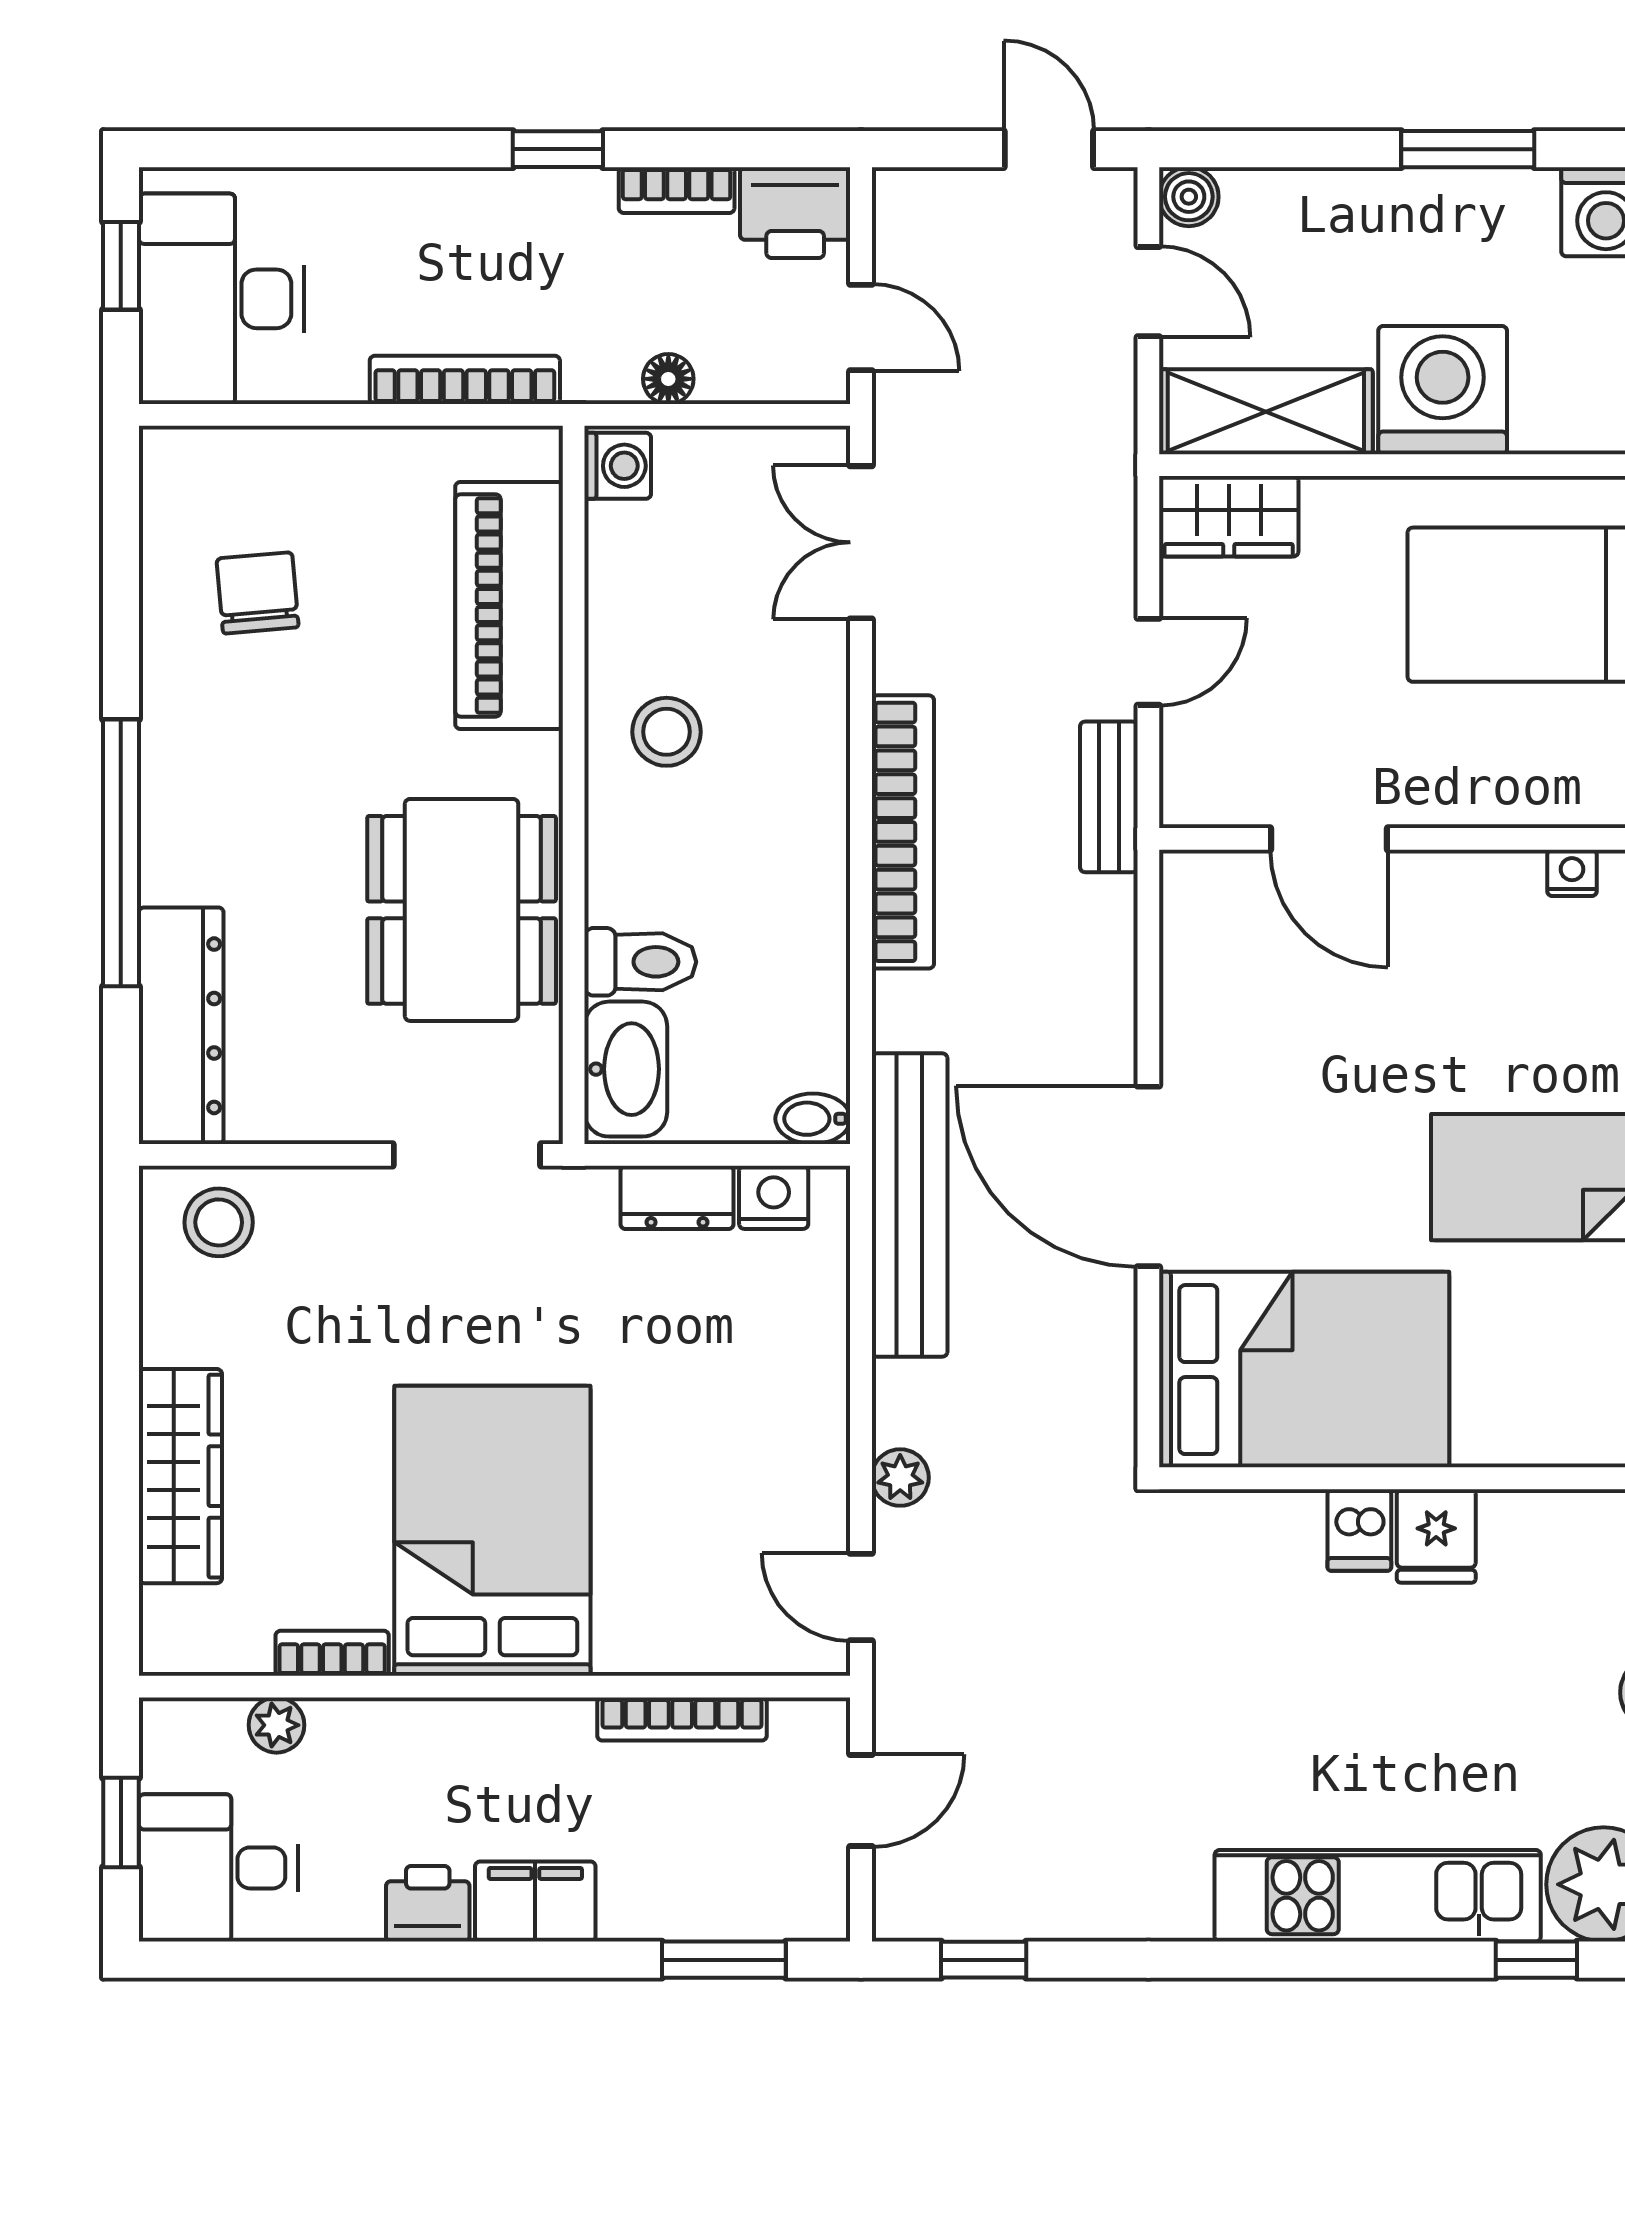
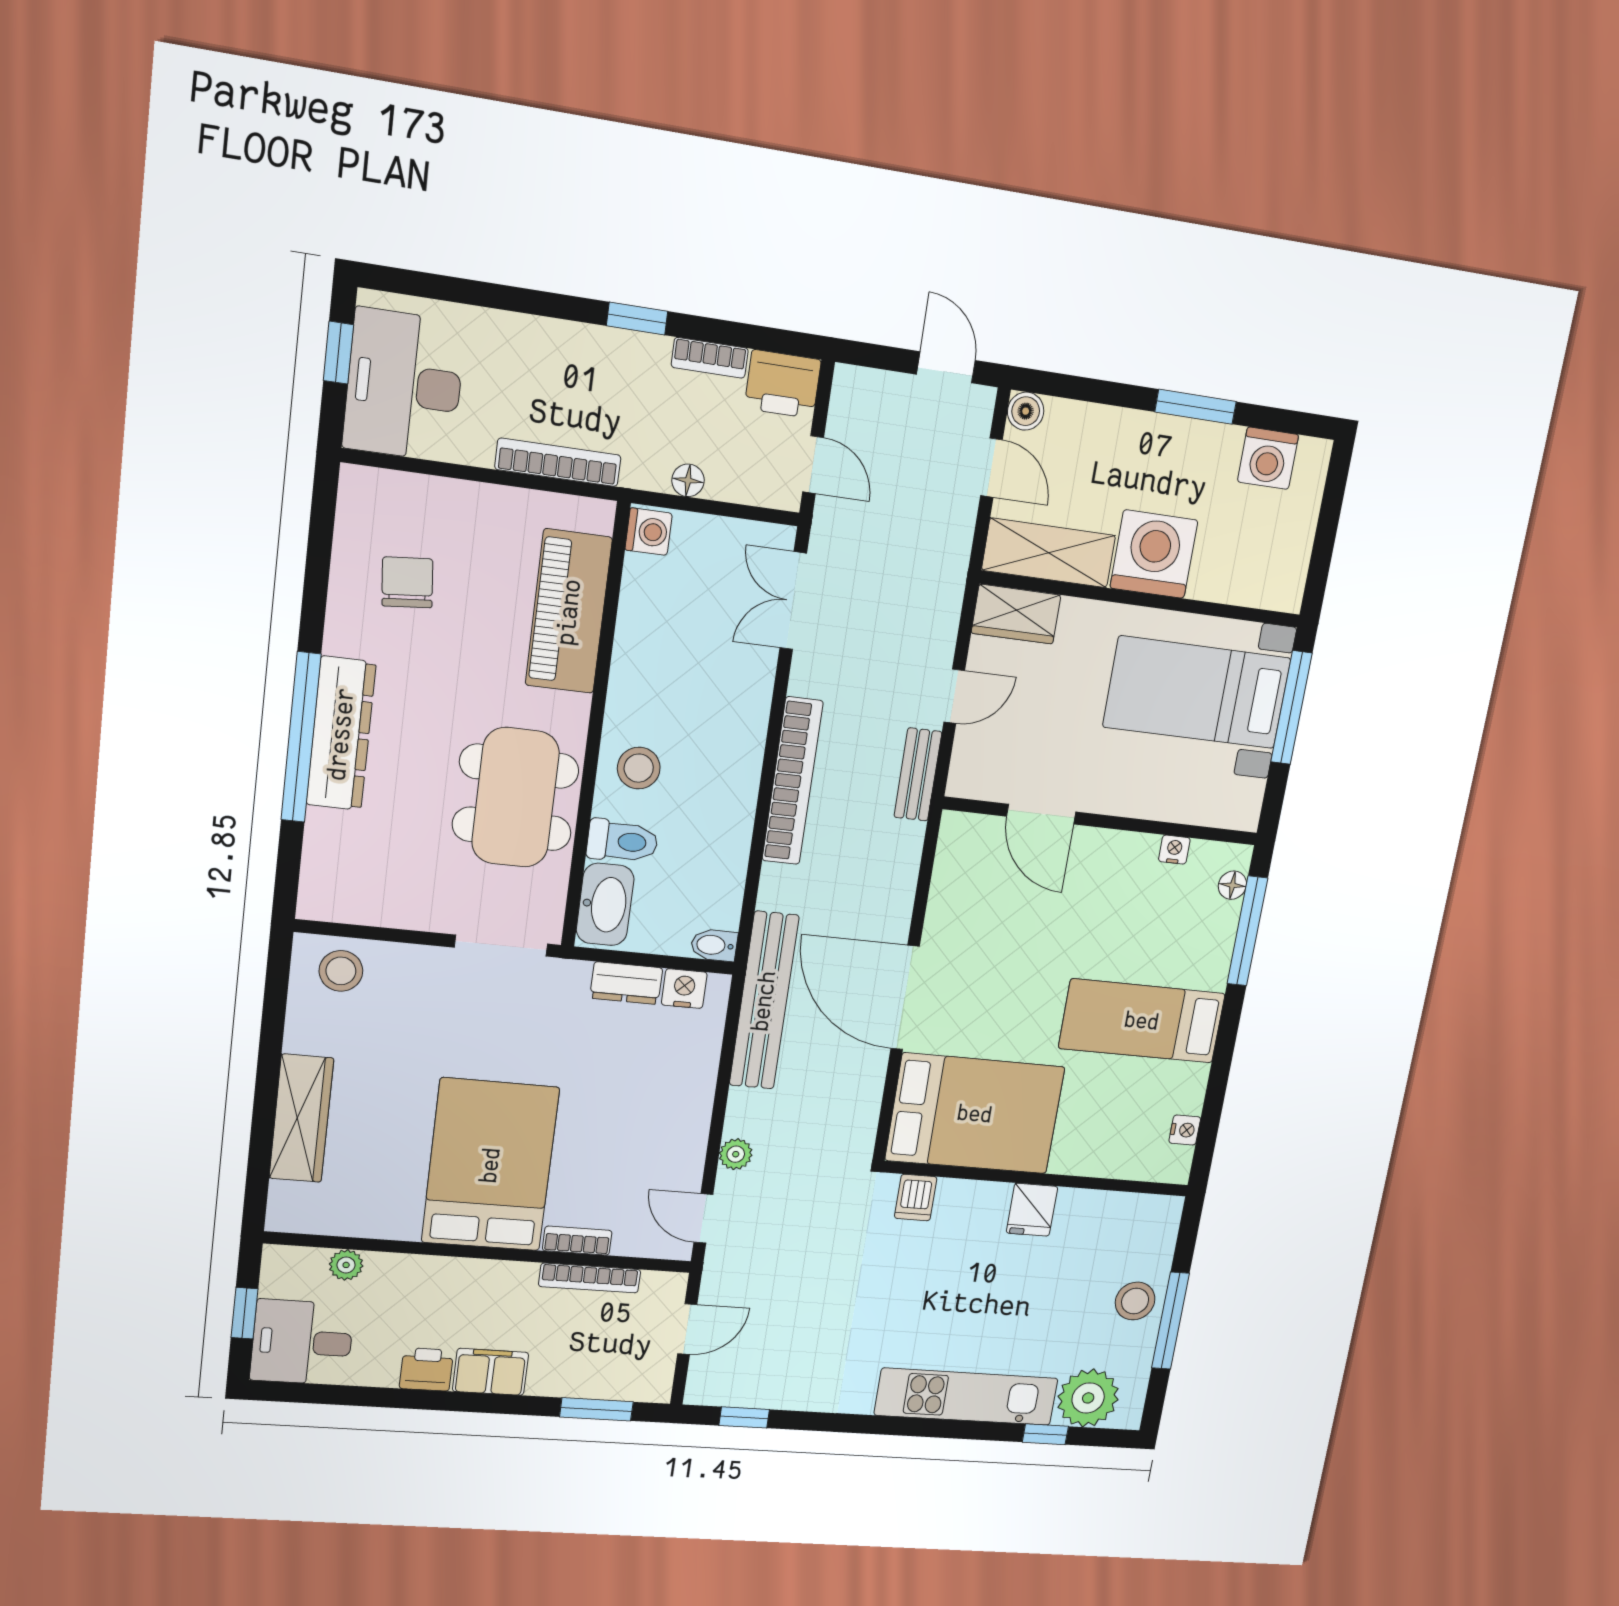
stool: (667, 732) -> (639, 768), moved
dresser: (181, 1026) -> (341, 734), moved
dishwasher: (1359, 1530) -> (916, 1198), moved
bookcase: (332, 1653) -> (577, 1241), moved

